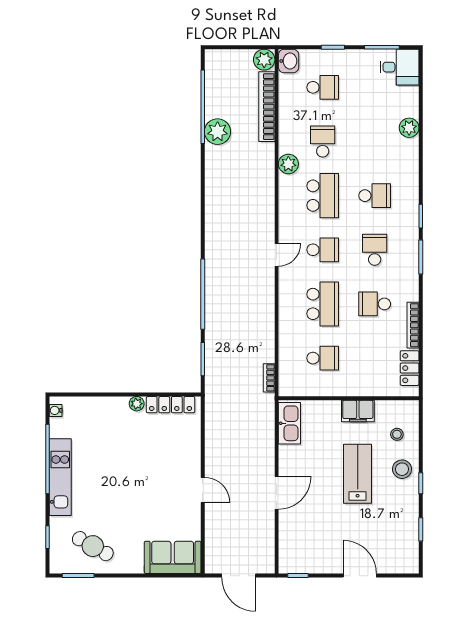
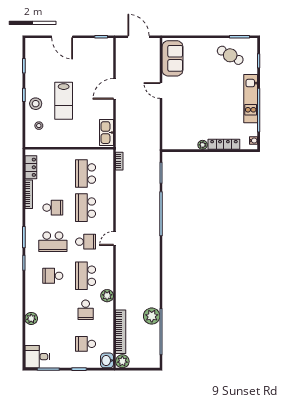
school desk: (323, 250) -> (86, 242), turned 180
school desk: (375, 250) -> (53, 242), width x1.85
school desk: (323, 358) -> (86, 174), width x1.85
locker: (171, 405) -> (224, 144), moved
filing cabinet: (358, 411) -> (63, 140), removed
sofa: (173, 557) -> (172, 58), moved, turned -90

